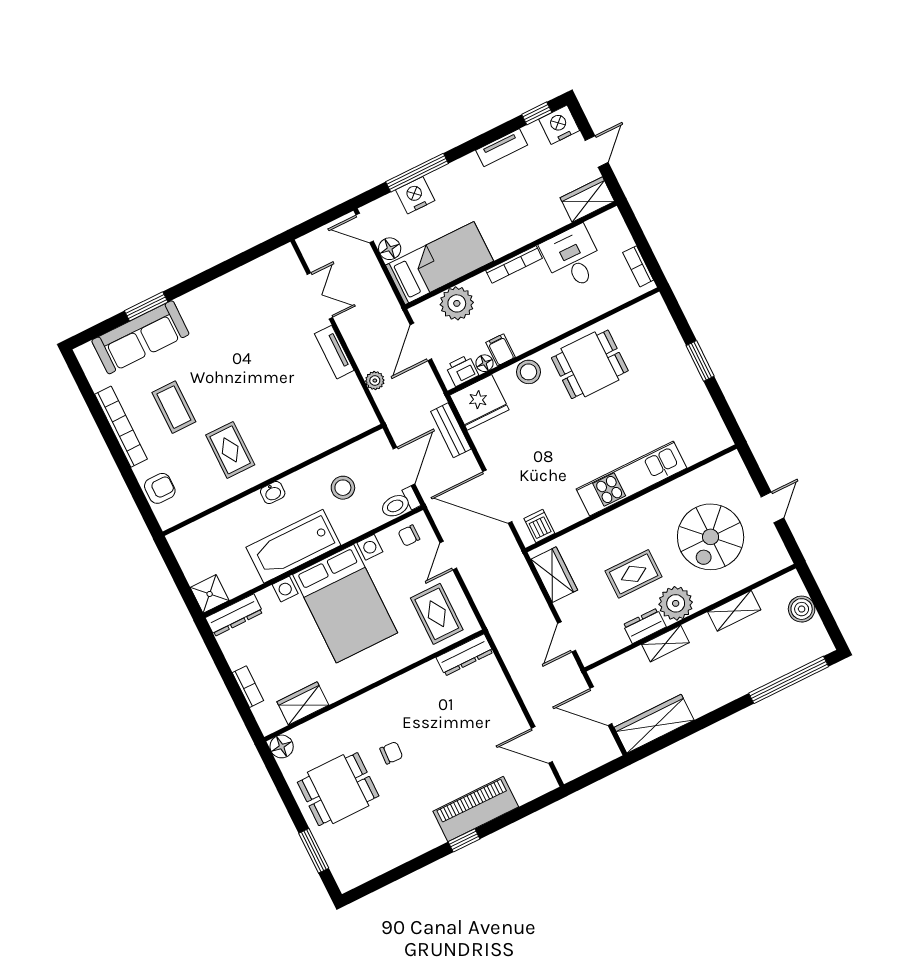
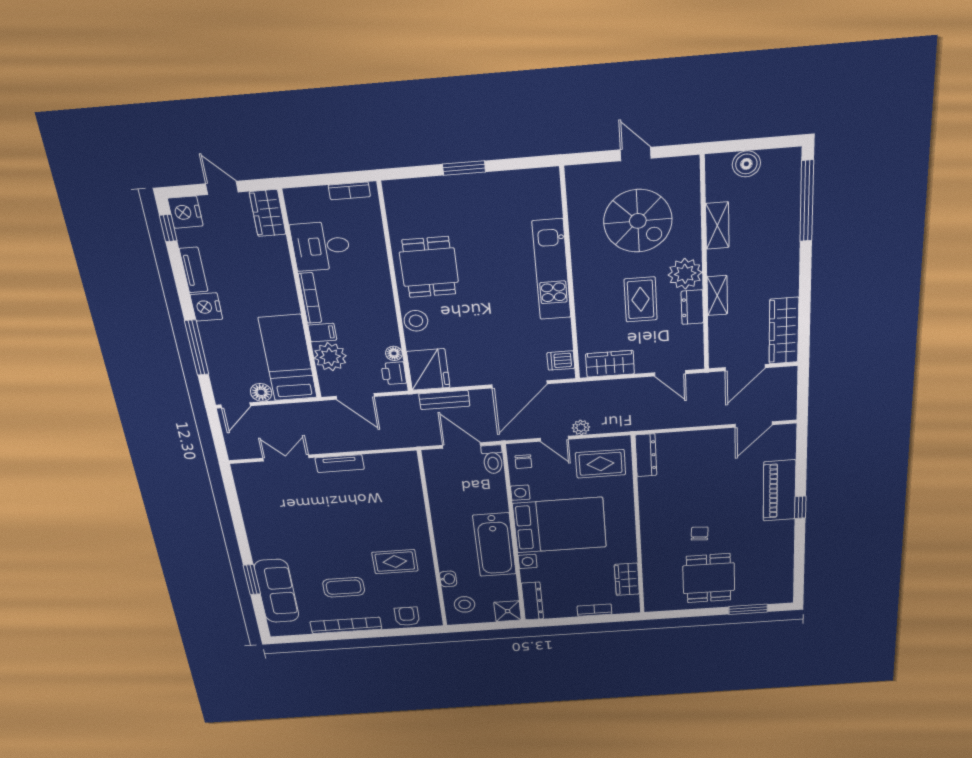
nightstand: (415, 195) -> (206, 307), moved
filing cabinet: (501, 350) -> (322, 333), moved, turned 180
plant: (375, 381) -> (581, 427), moved
stool: (343, 488) -> (465, 604), moved
washbasin: (273, 493) -> (448, 579), moved
floor lamp: (282, 746) -> (654, 604), removed

